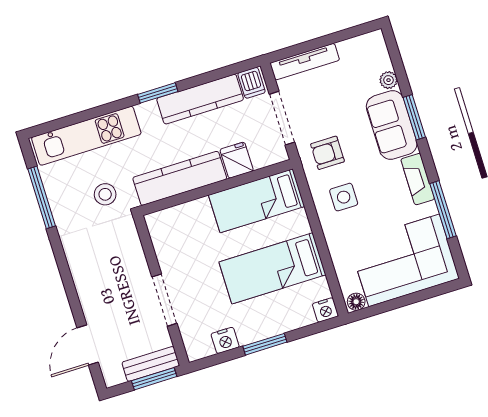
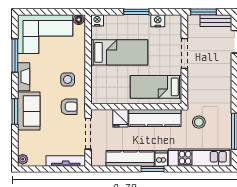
plant: (389, 80) -> (23, 159), moved
dishwasher: (252, 83) -> (161, 158), moved
bed: (256, 201) -> (156, 87), moved, turned 180
bench: (151, 364) -> (216, 21), moved

